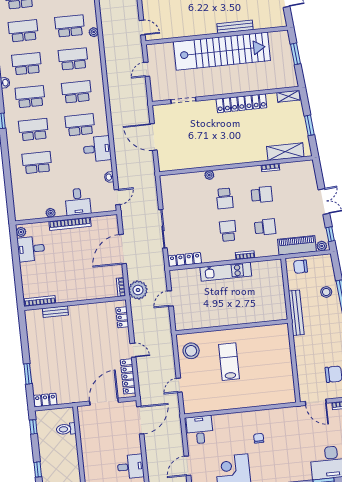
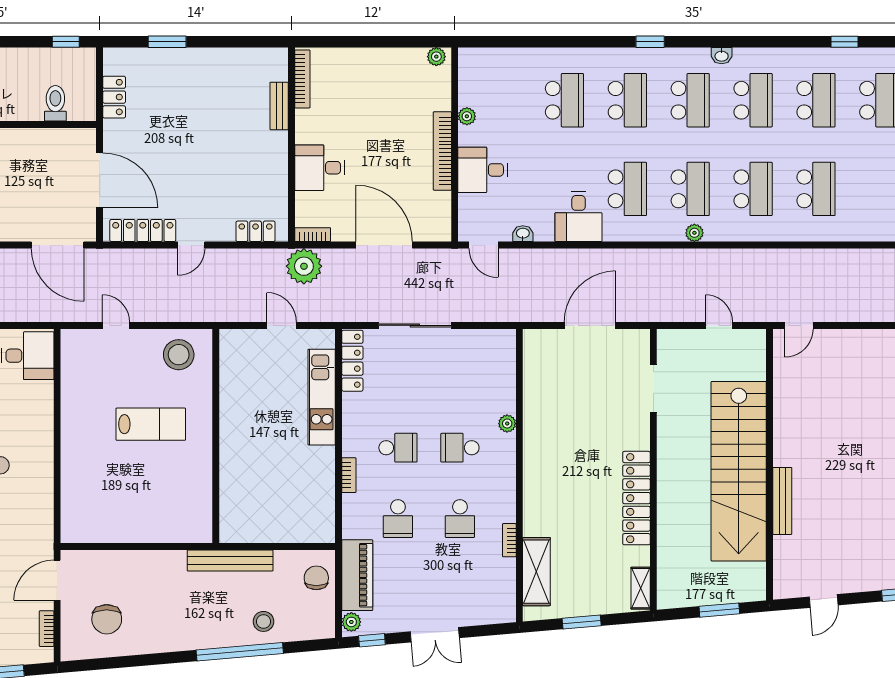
plant: (94, 32) -> (694, 233), moved
desk: (31, 249) -> (320, 168), moved, turned -90
kitchen unit: (226, 272) -> (322, 397), moved
locker: (45, 400) -> (114, 97), moved

